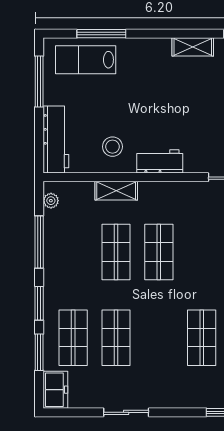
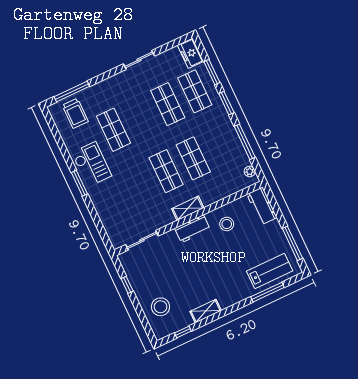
workbench: (56, 139) -> (262, 206), width x0.73
shelving: (116, 191) -> (188, 208), moved

